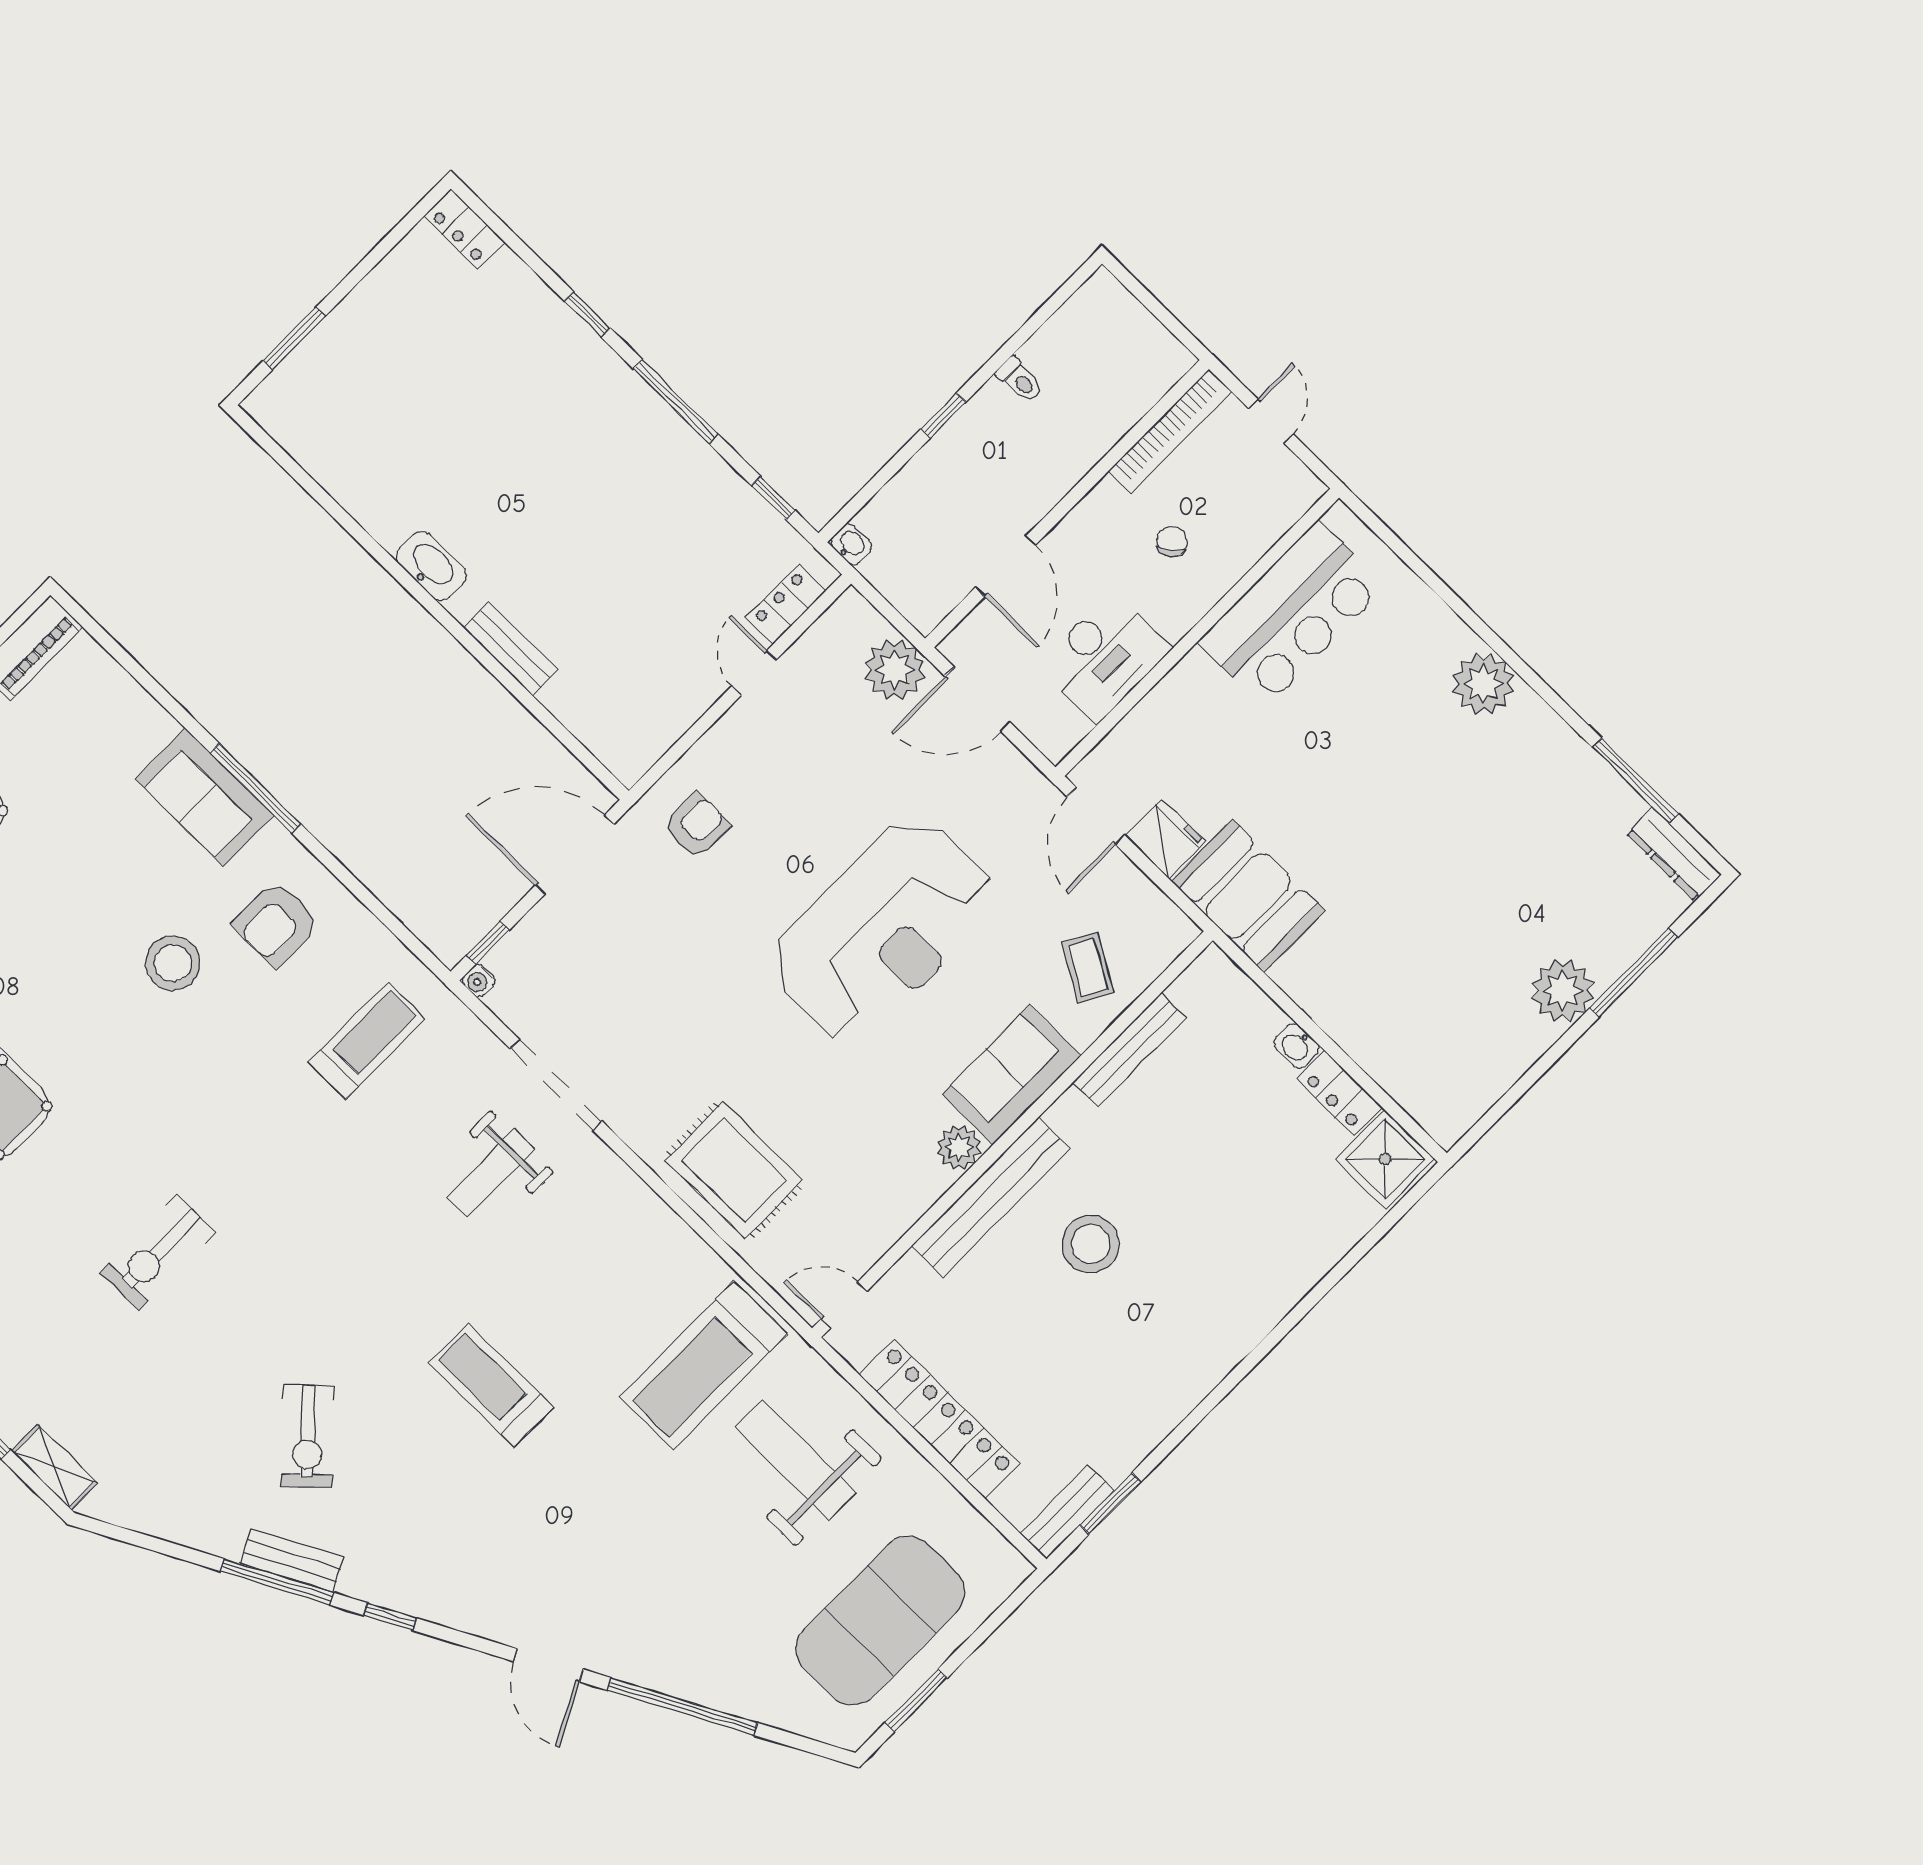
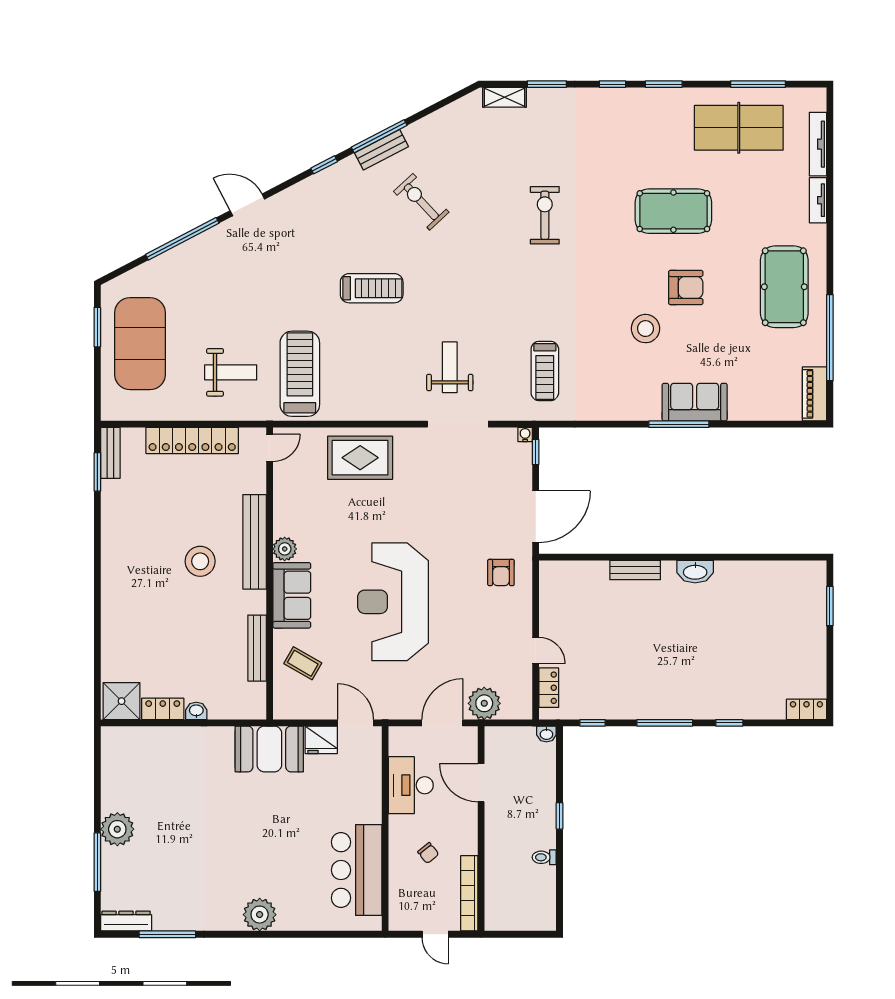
armchair: (276, 924) -> (686, 287), moved, turned 90
weight bench: (796, 1460) -> (231, 372), width x0.73, depth x0.75

